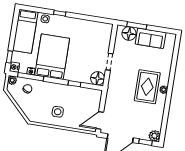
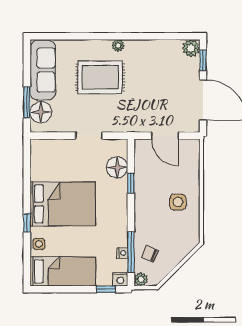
sofa: (151, 38) -> (43, 70), width x1.36
bed: (52, 57) -> (63, 204), moved, turned 180
floor lamp: (98, 78) -> (117, 167), moved
rug: (147, 87) -> (100, 77), moved
door: (100, 120) -> (165, 136), moved

